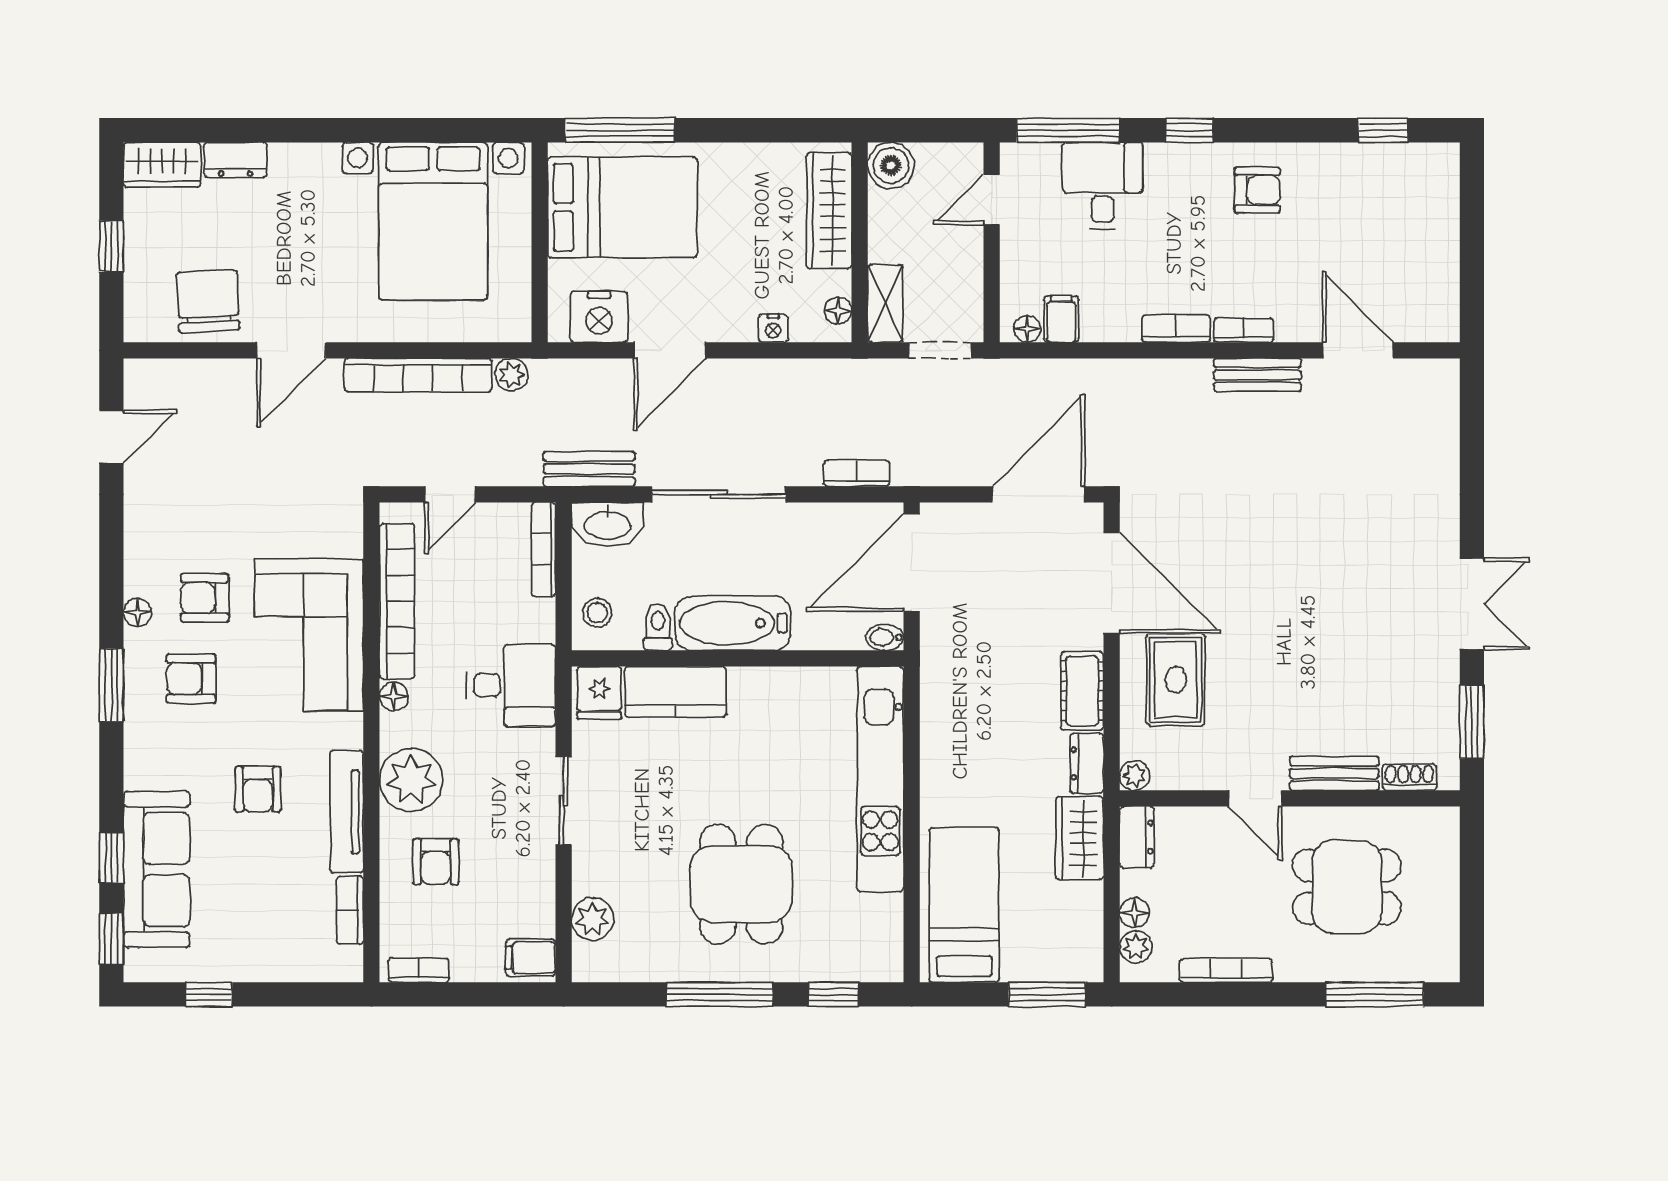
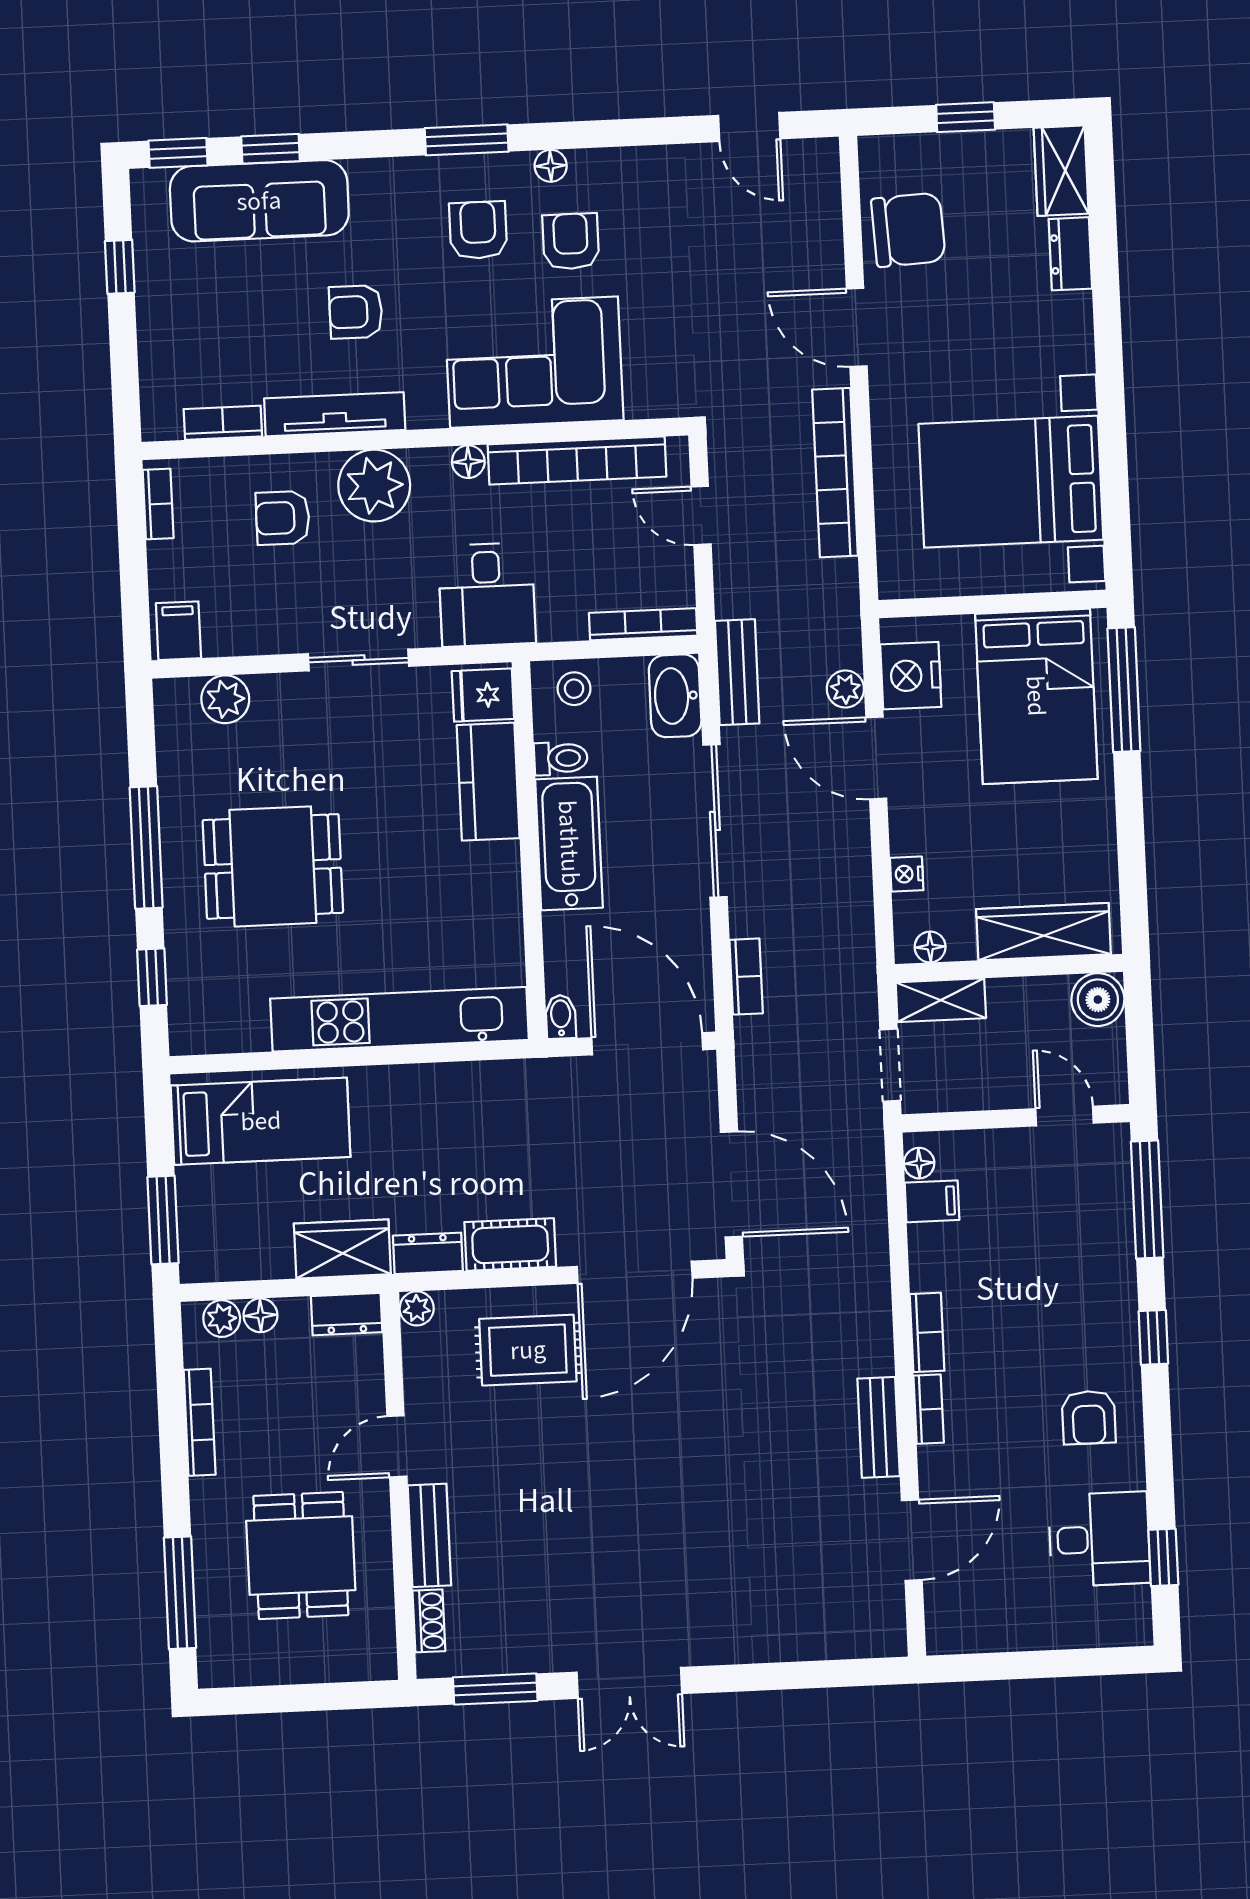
desk: (1103, 186) -> (1099, 1539), moved
plant: (511, 375) -> (845, 689), moved

